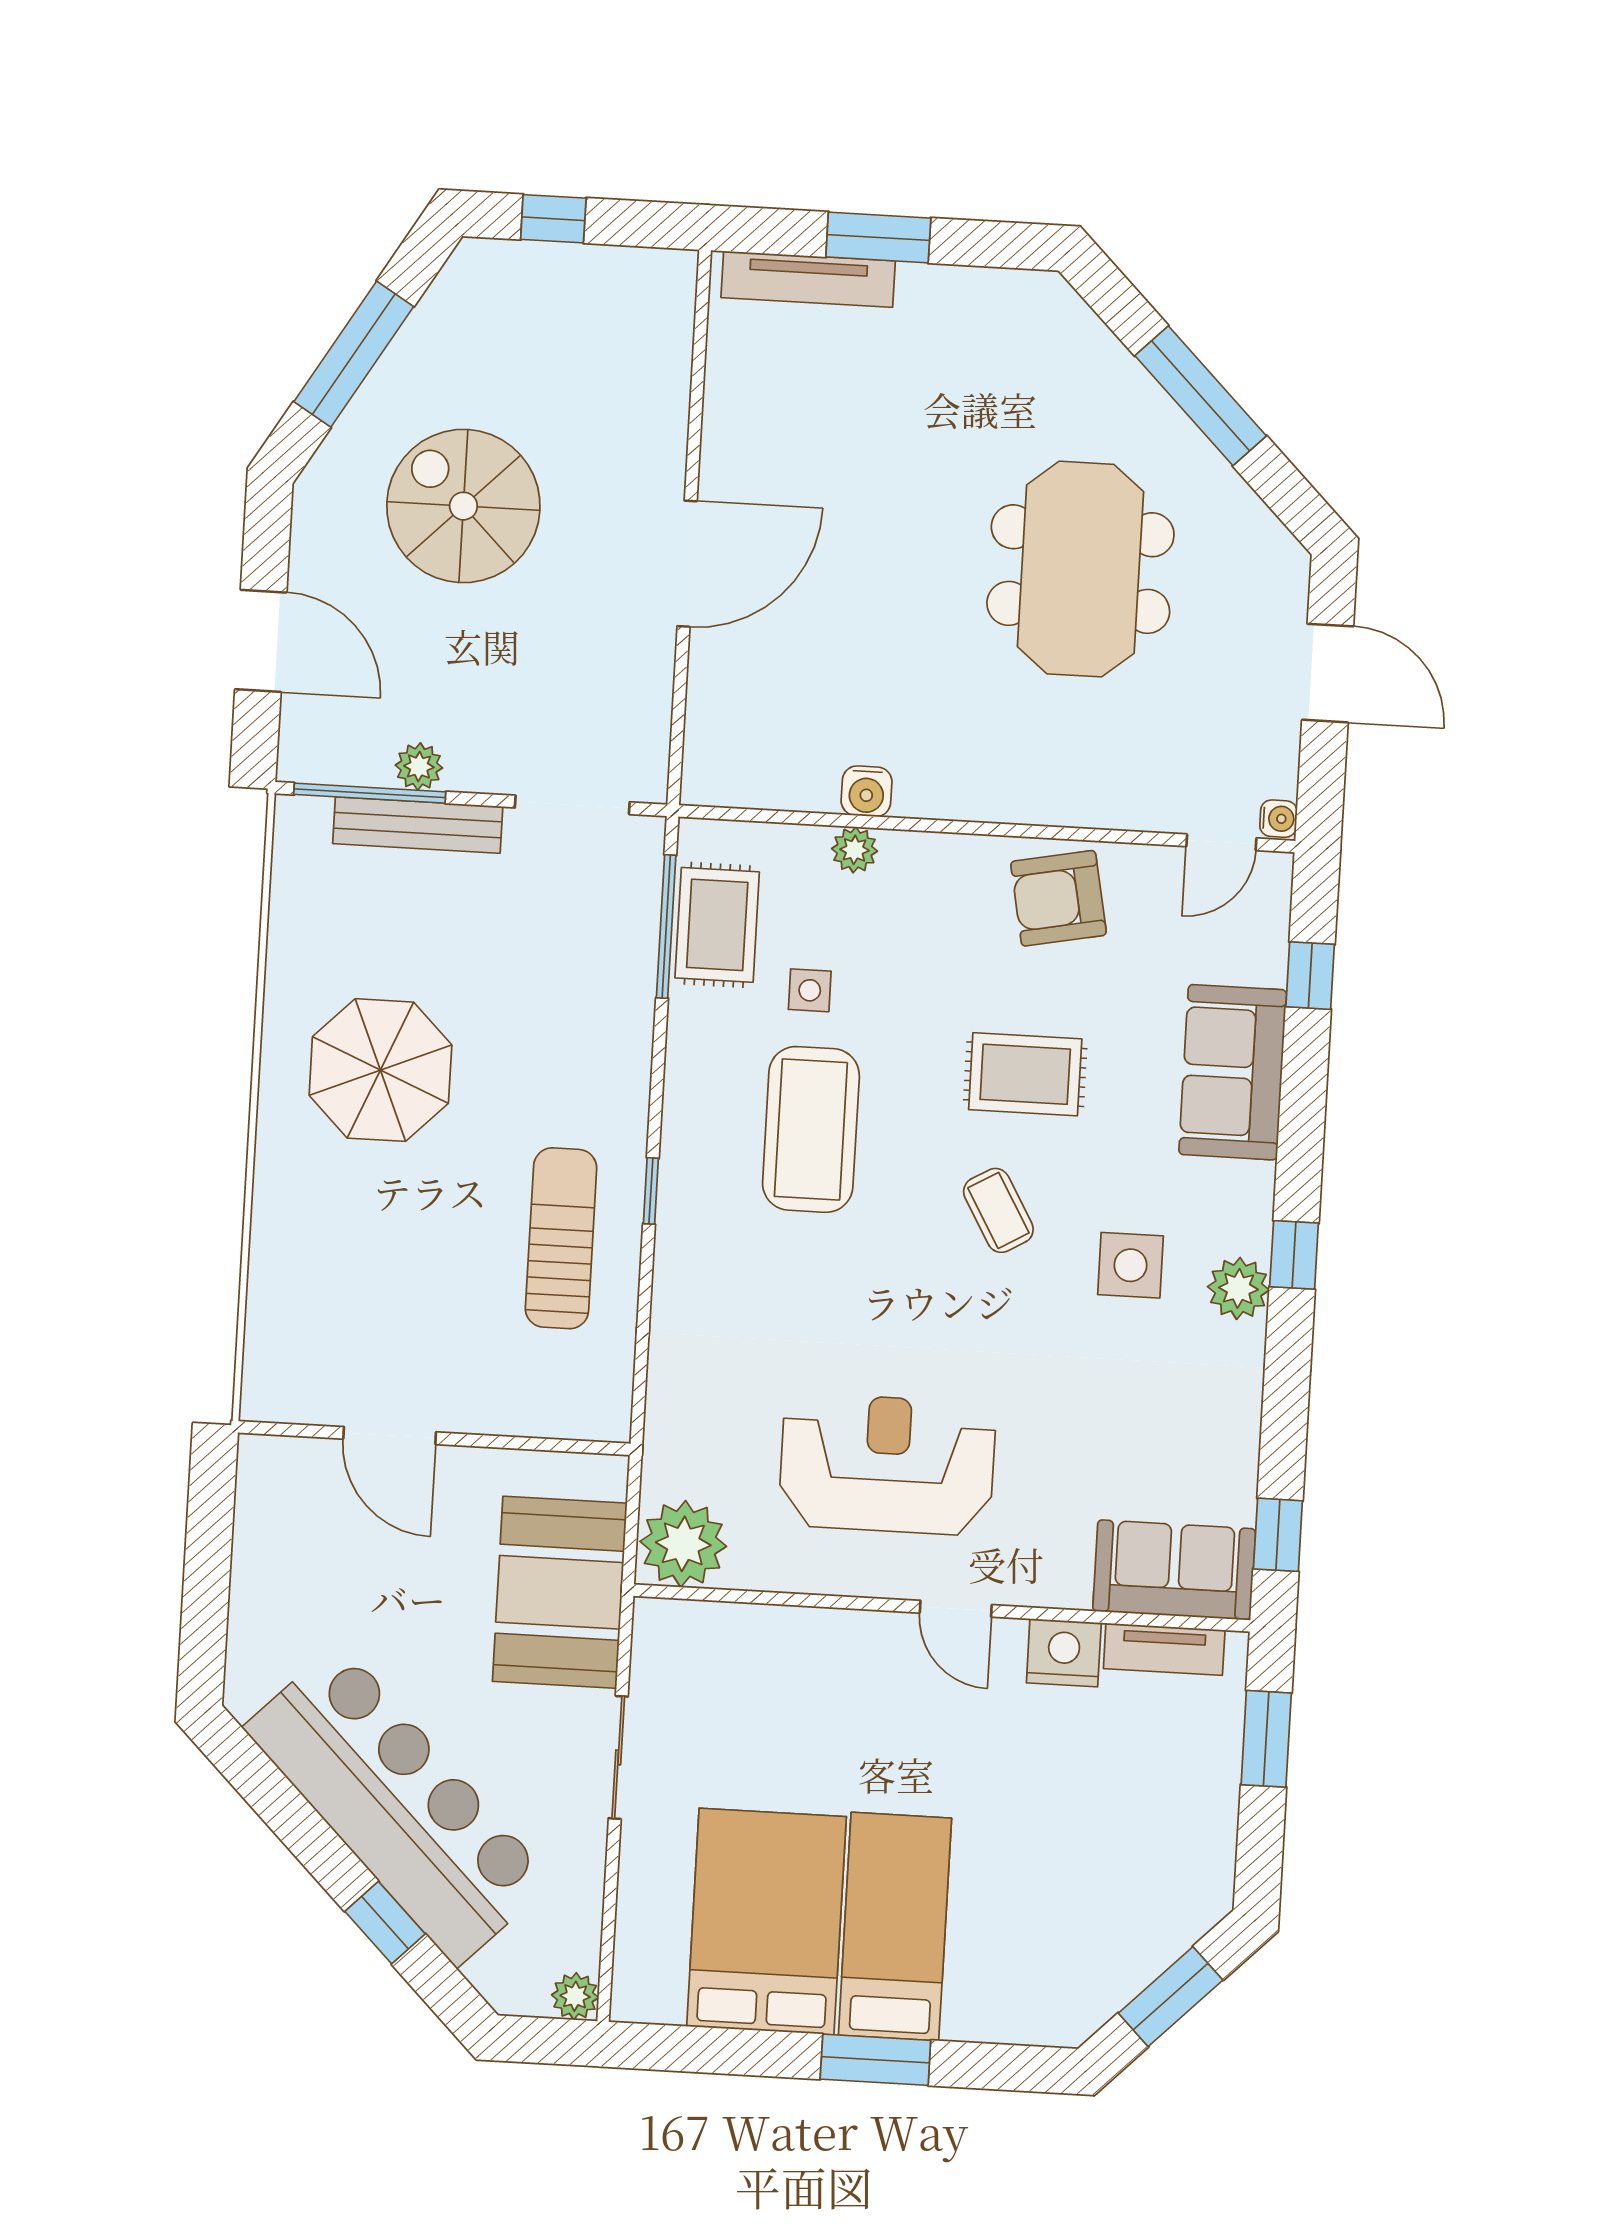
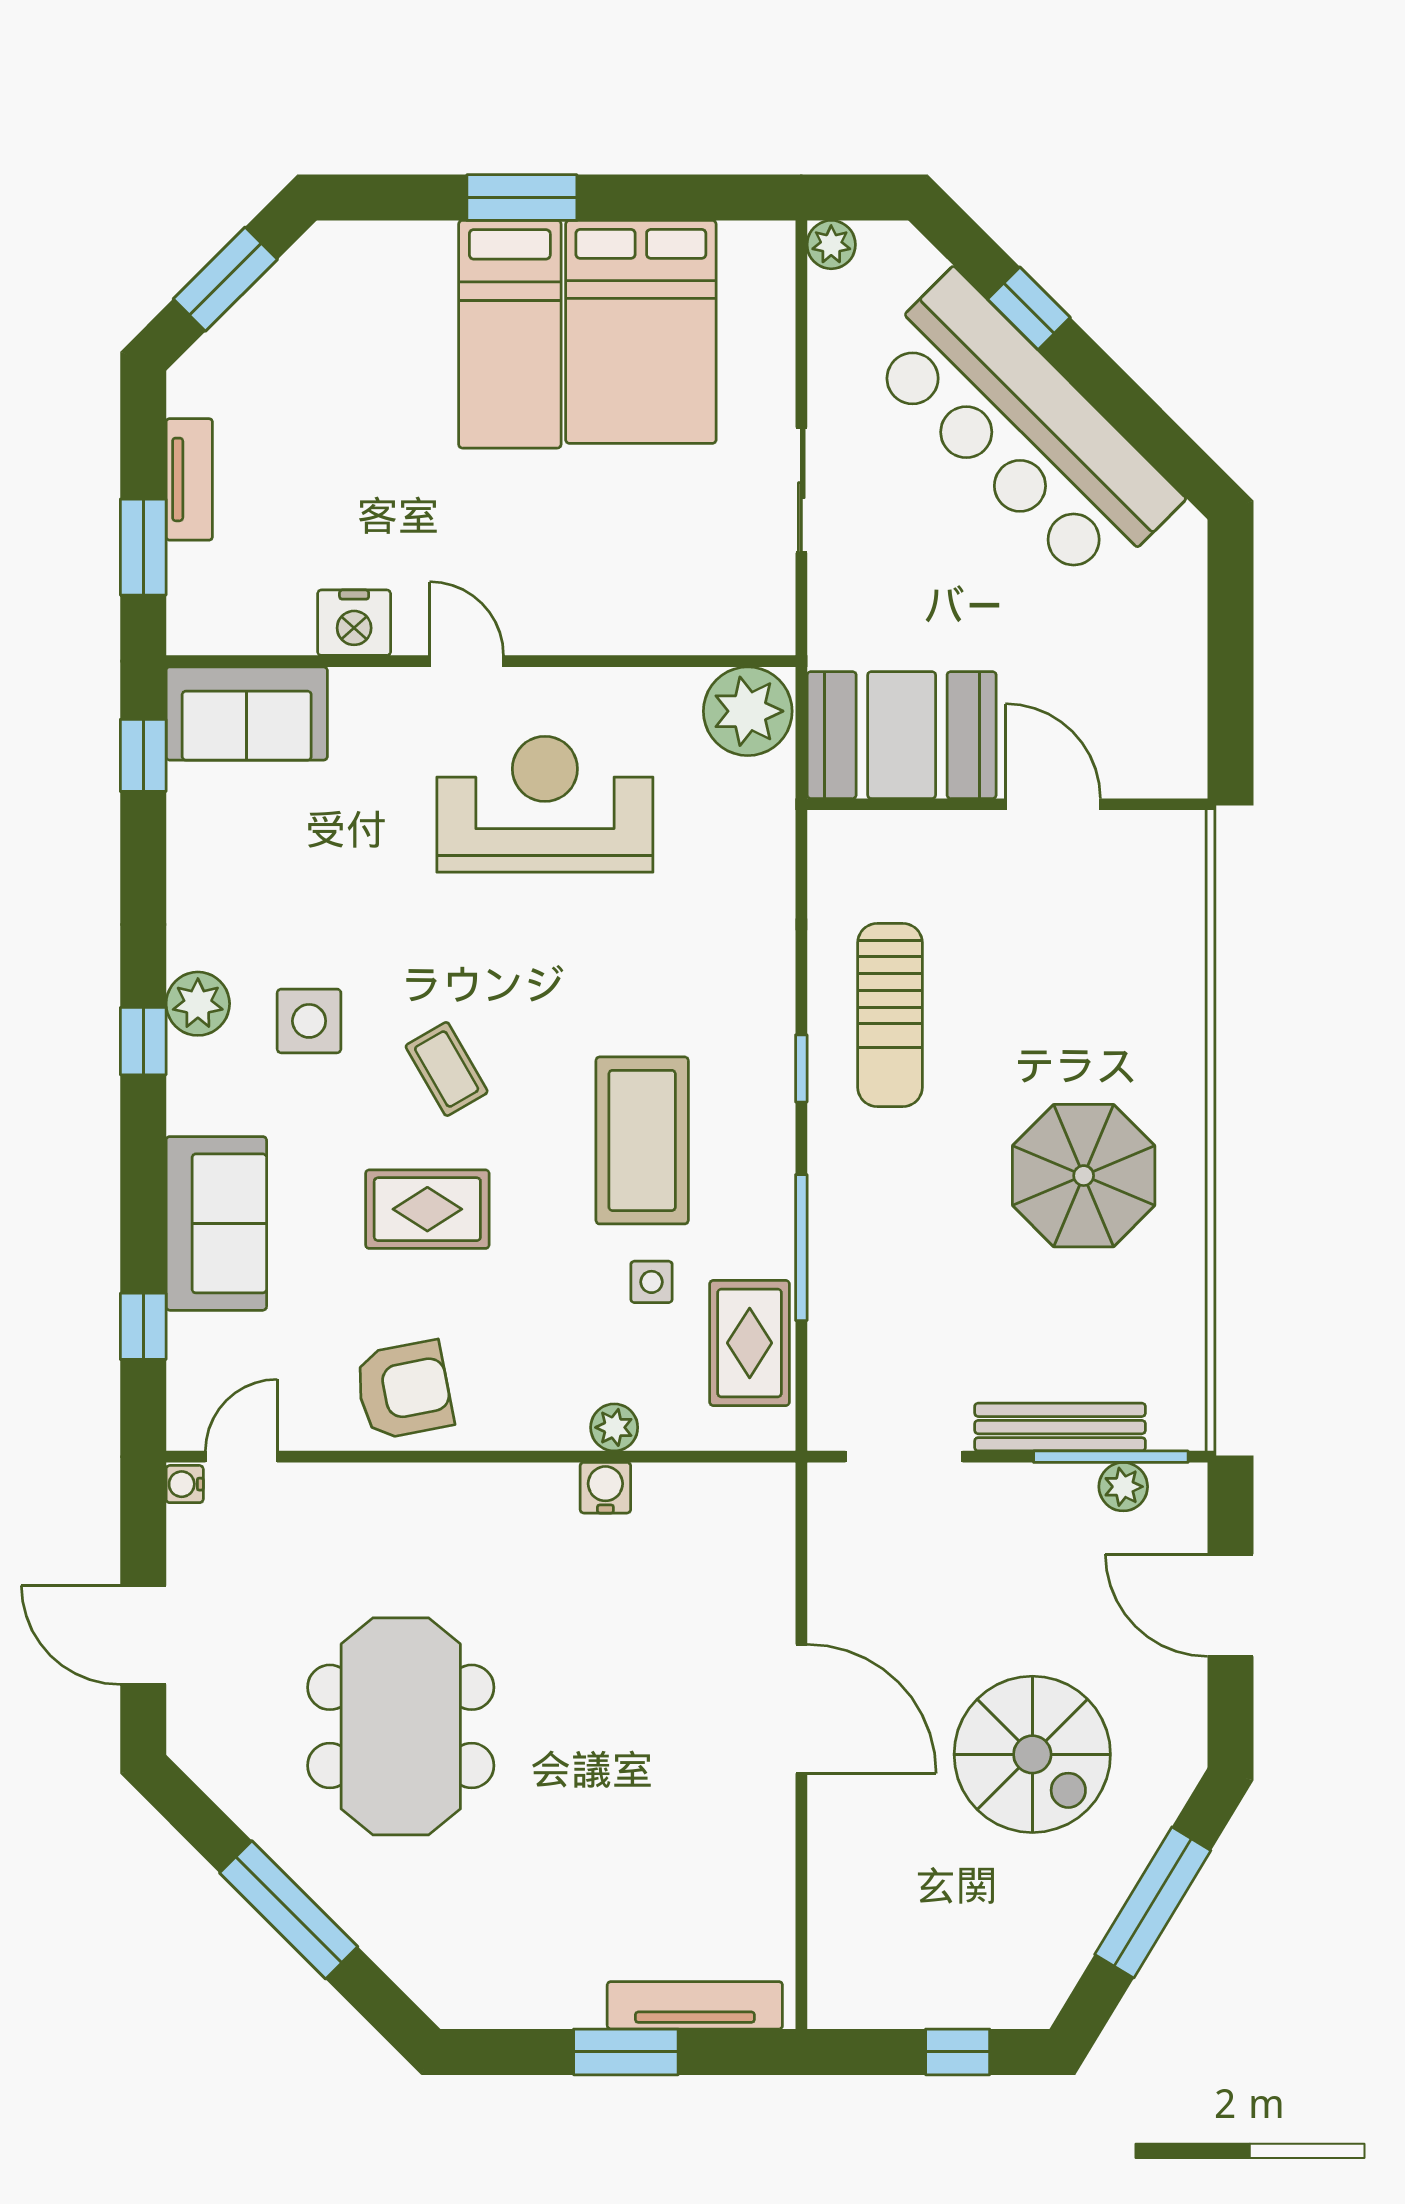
door: (687, 564) -> (801, 1709), swing flipped
plant: (419, 767) -> (1123, 1487), moved
window: (666, 926) -> (801, 1248), moved
reception desk: (887, 1464) -> (545, 804), turned 180
booth: (560, 1592) -> (902, 735), moved, turned 90
tv unit: (1164, 1649) -> (189, 479), moved, turned 90

